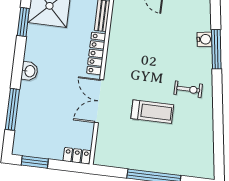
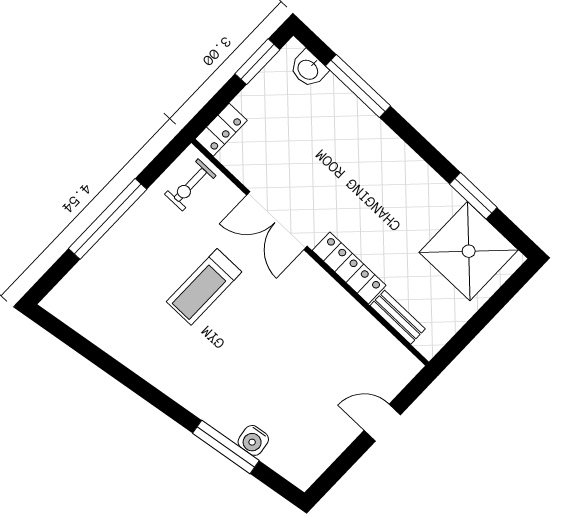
washbasin: (29, 71) -> (308, 69), moved
exercise bike: (188, 89) -> (190, 185), moved
double door: (99, 101) -> (277, 221), swing flipped

